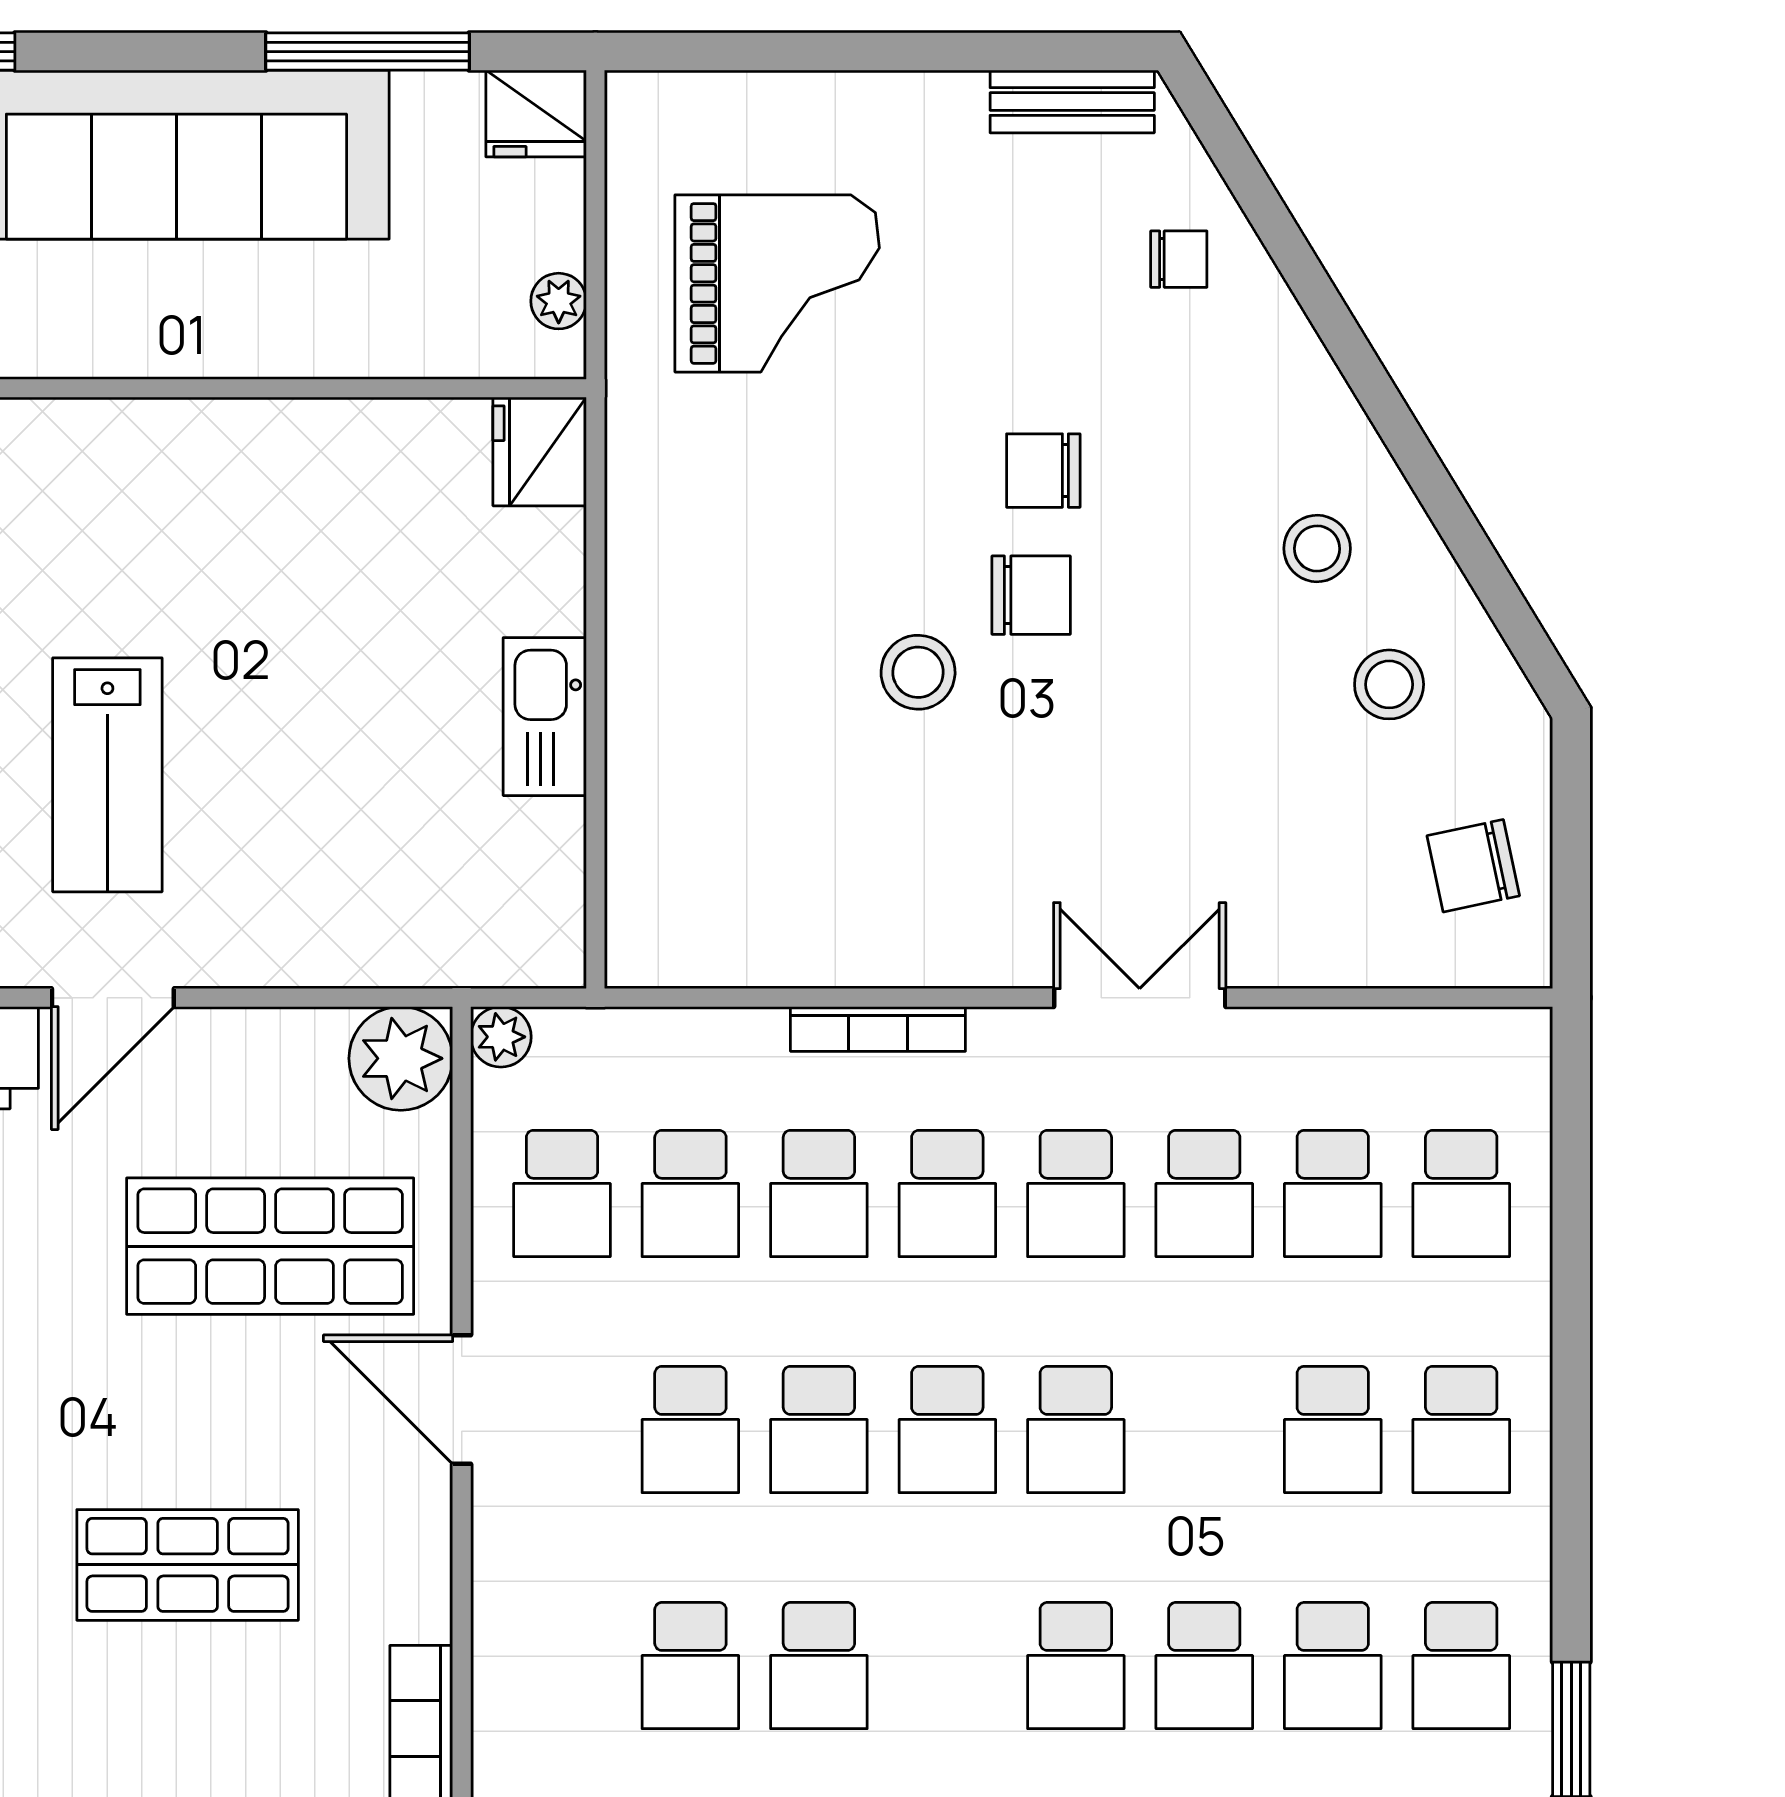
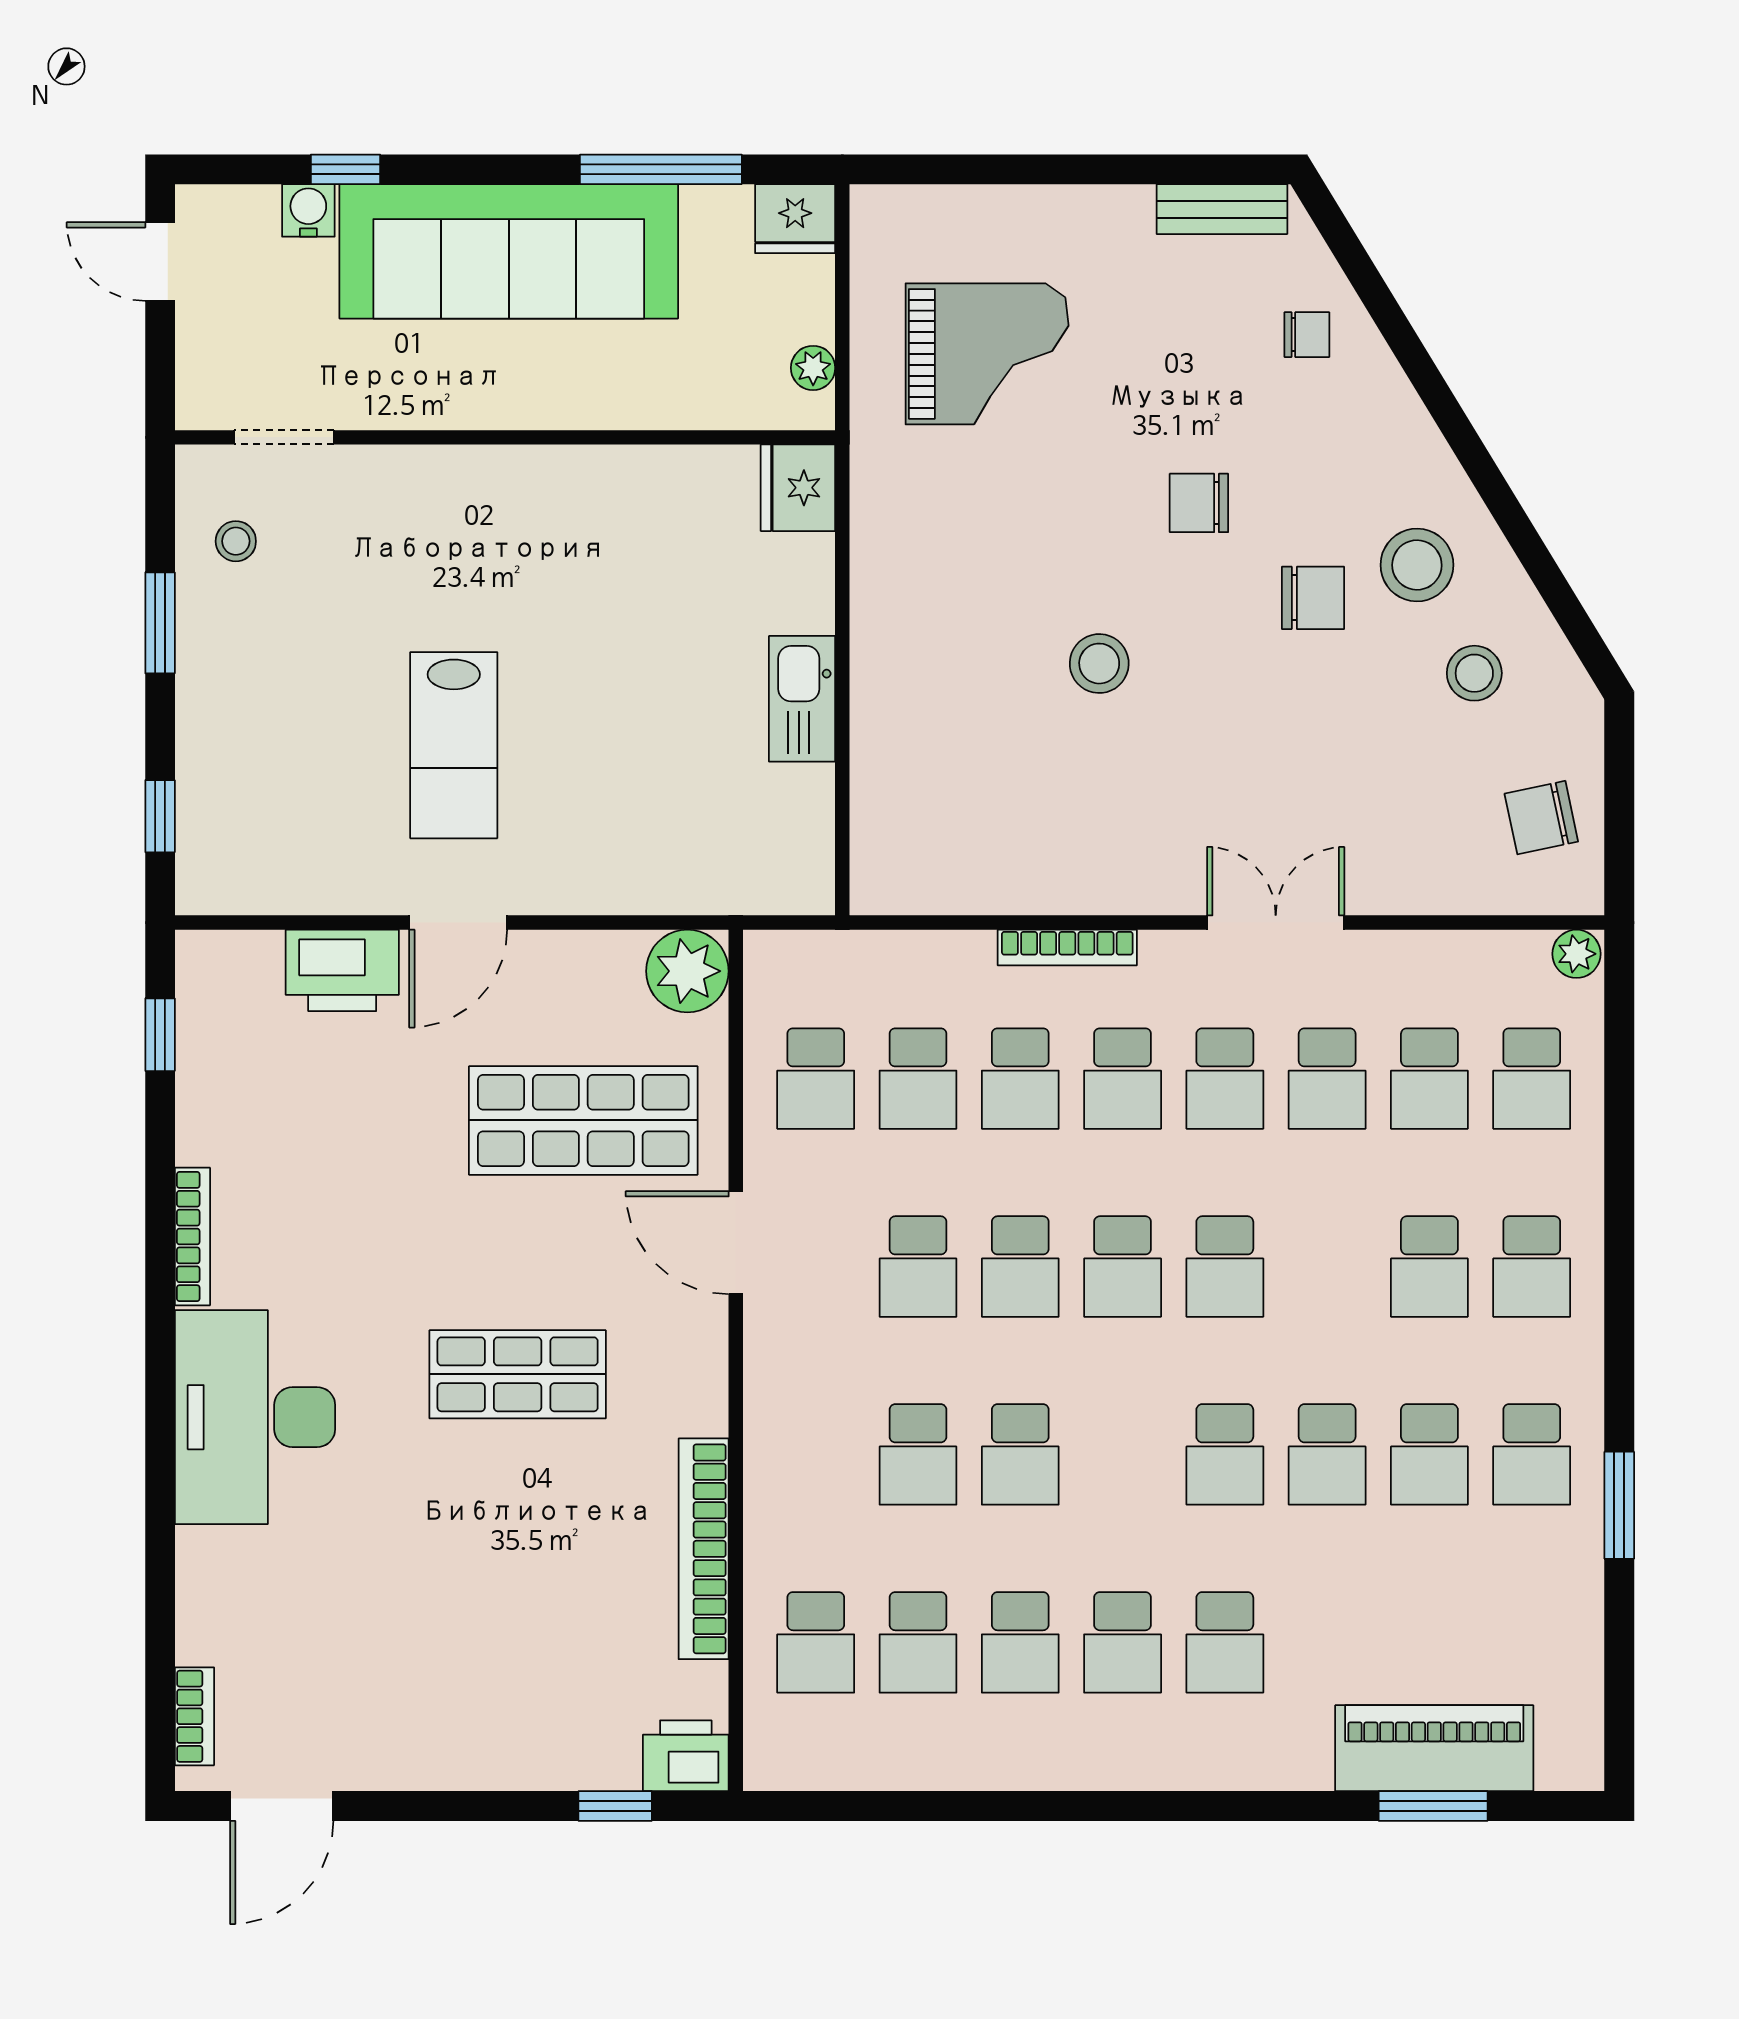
stool: (1317, 548) -> (1417, 565), width x1.38, depth x1.38
chair: (1031, 595) -> (1313, 598), moved
plant: (501, 1037) -> (1576, 954), moved

